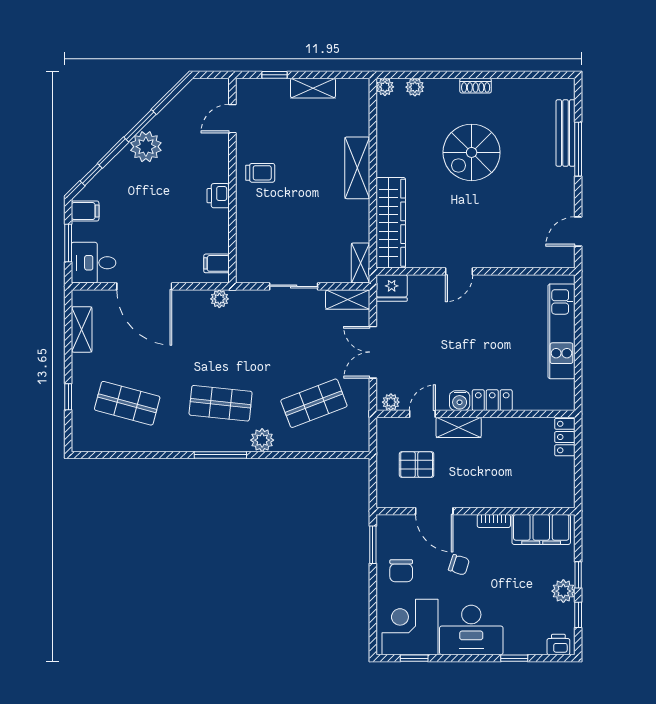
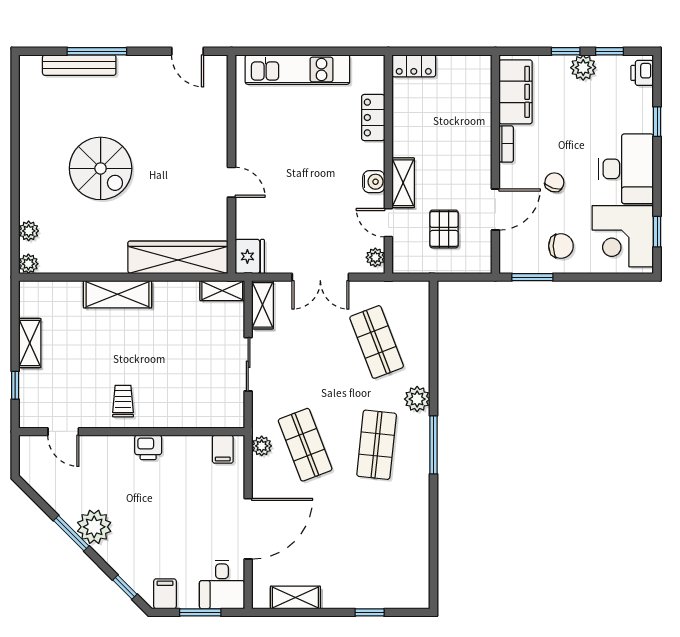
shoe rack: (476, 86) -> (27, 164), removed
locker: (492, 400) -> (373, 118), moved
shop shelf: (127, 403) -> (305, 445), moved, turned -36

